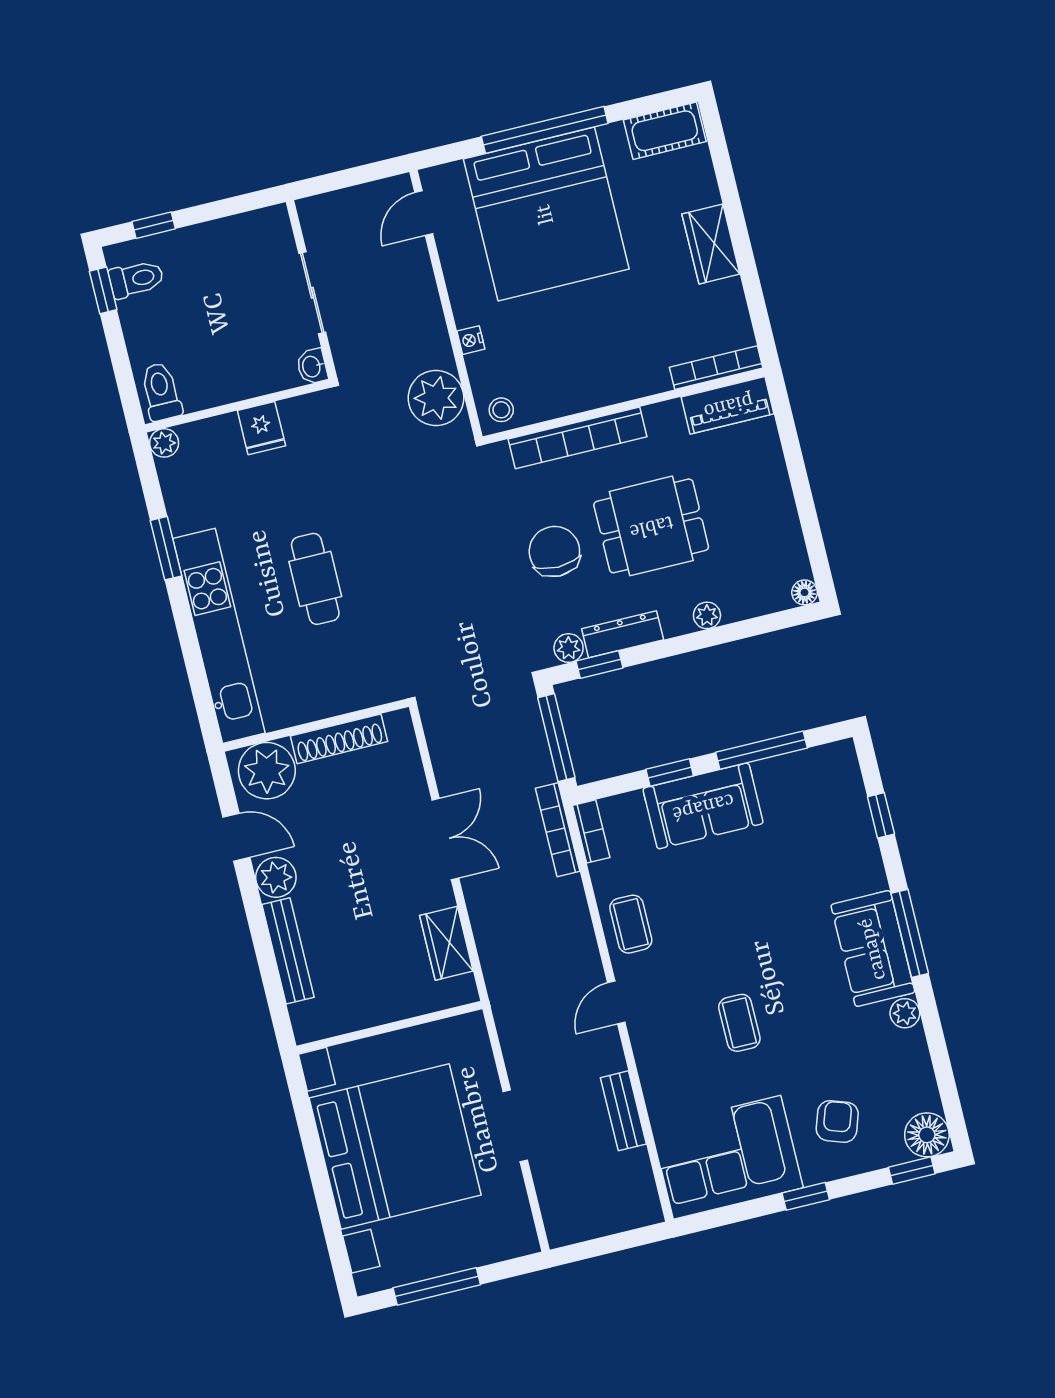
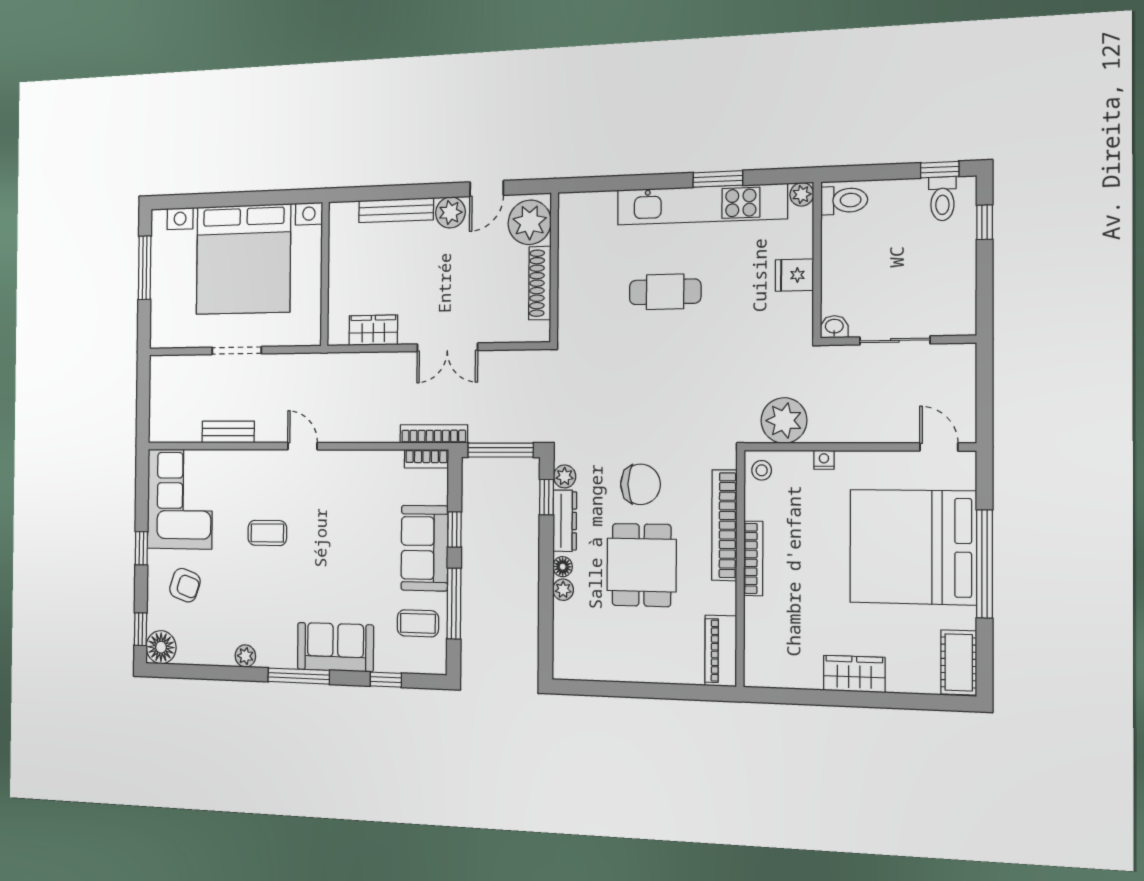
bookcase: (716, 368) -> (753, 558), moved
floor lamp: (805, 592) -> (563, 567), moved
kitchen unit: (219, 636) -> (702, 204), moved
coffee table: (631, 924) -> (418, 623), moved
sofa: (873, 949) -> (335, 647), moved

